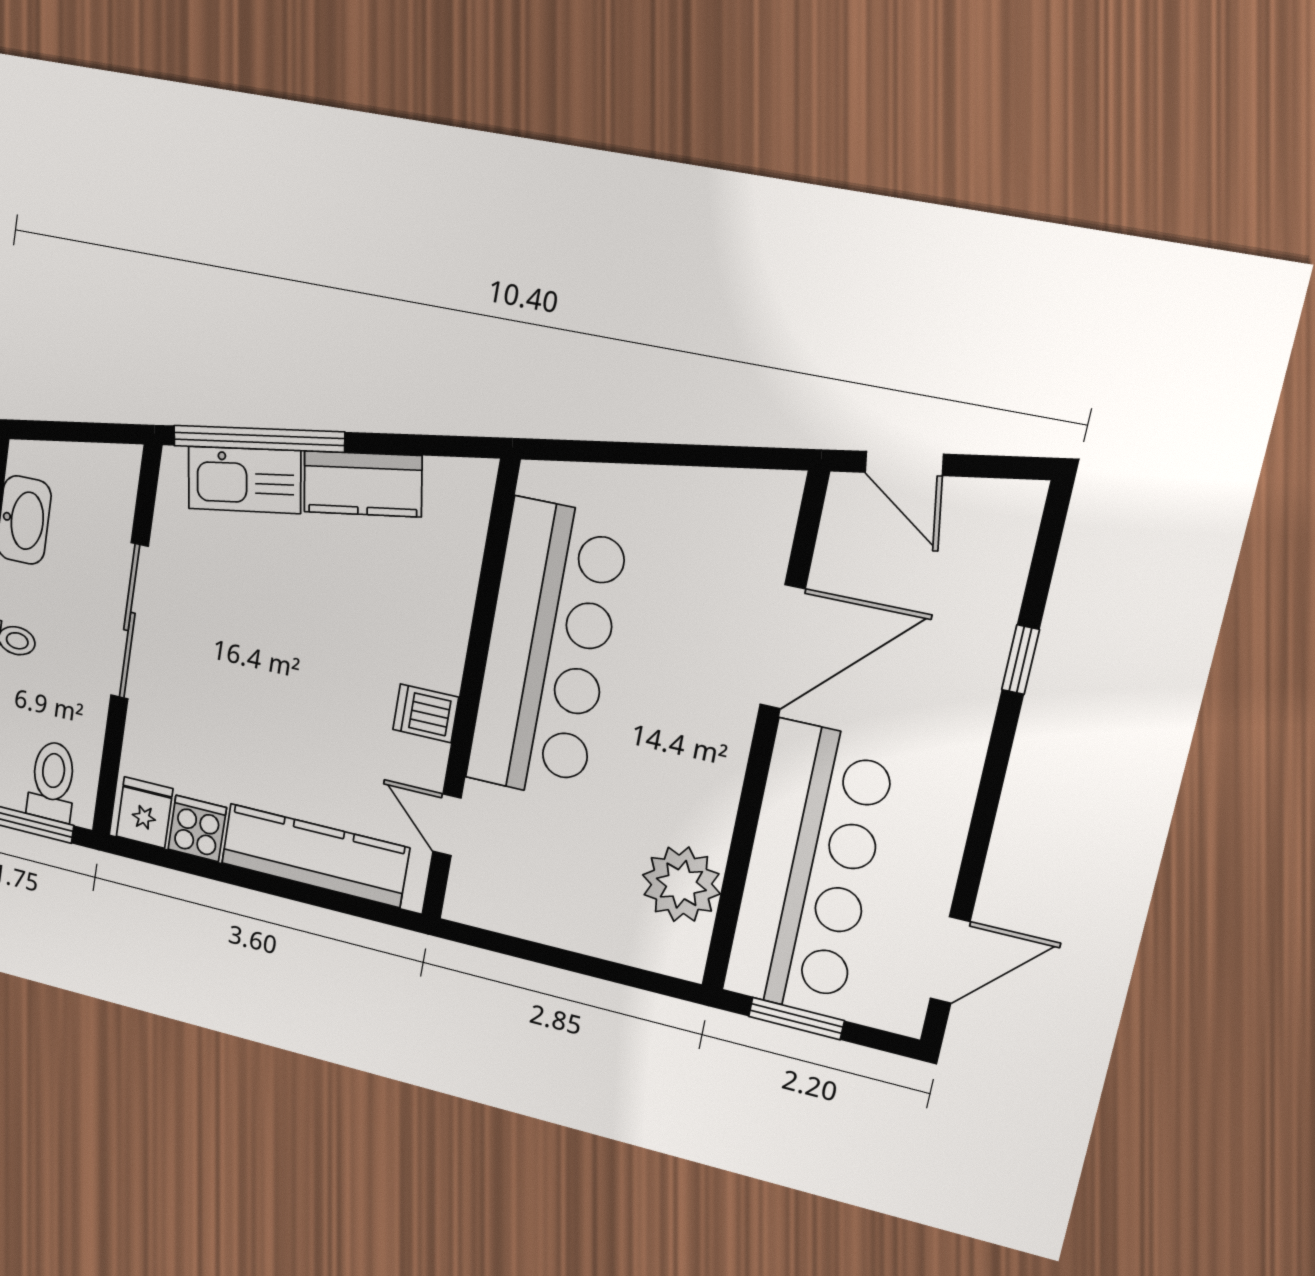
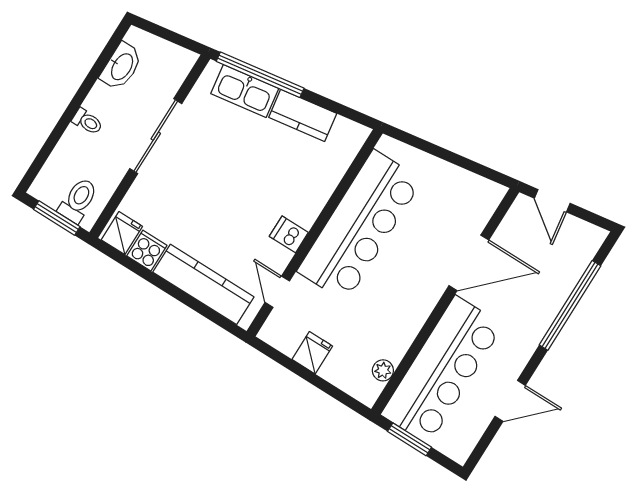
window: (1021, 660) -> (570, 305), width x3.17
plant: (681, 884) -> (383, 370), width x0.53, depth x0.53
fridge: (553, 915) -> (312, 353), added
door: (950, 960) -> (510, 401), moved

